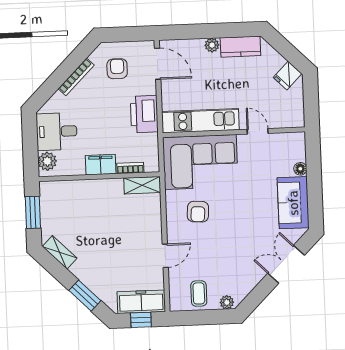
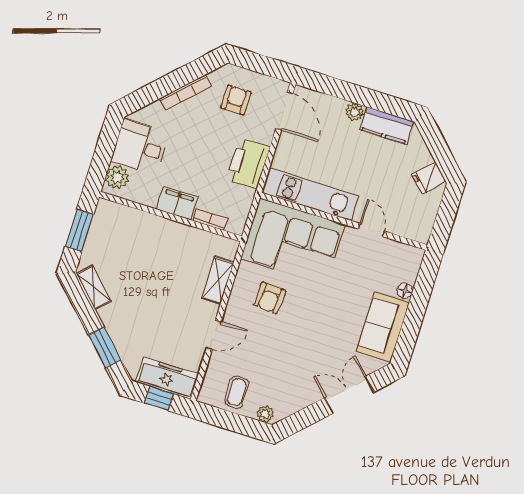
shelving: (142, 185) -> (218, 280), moved, turned 90

